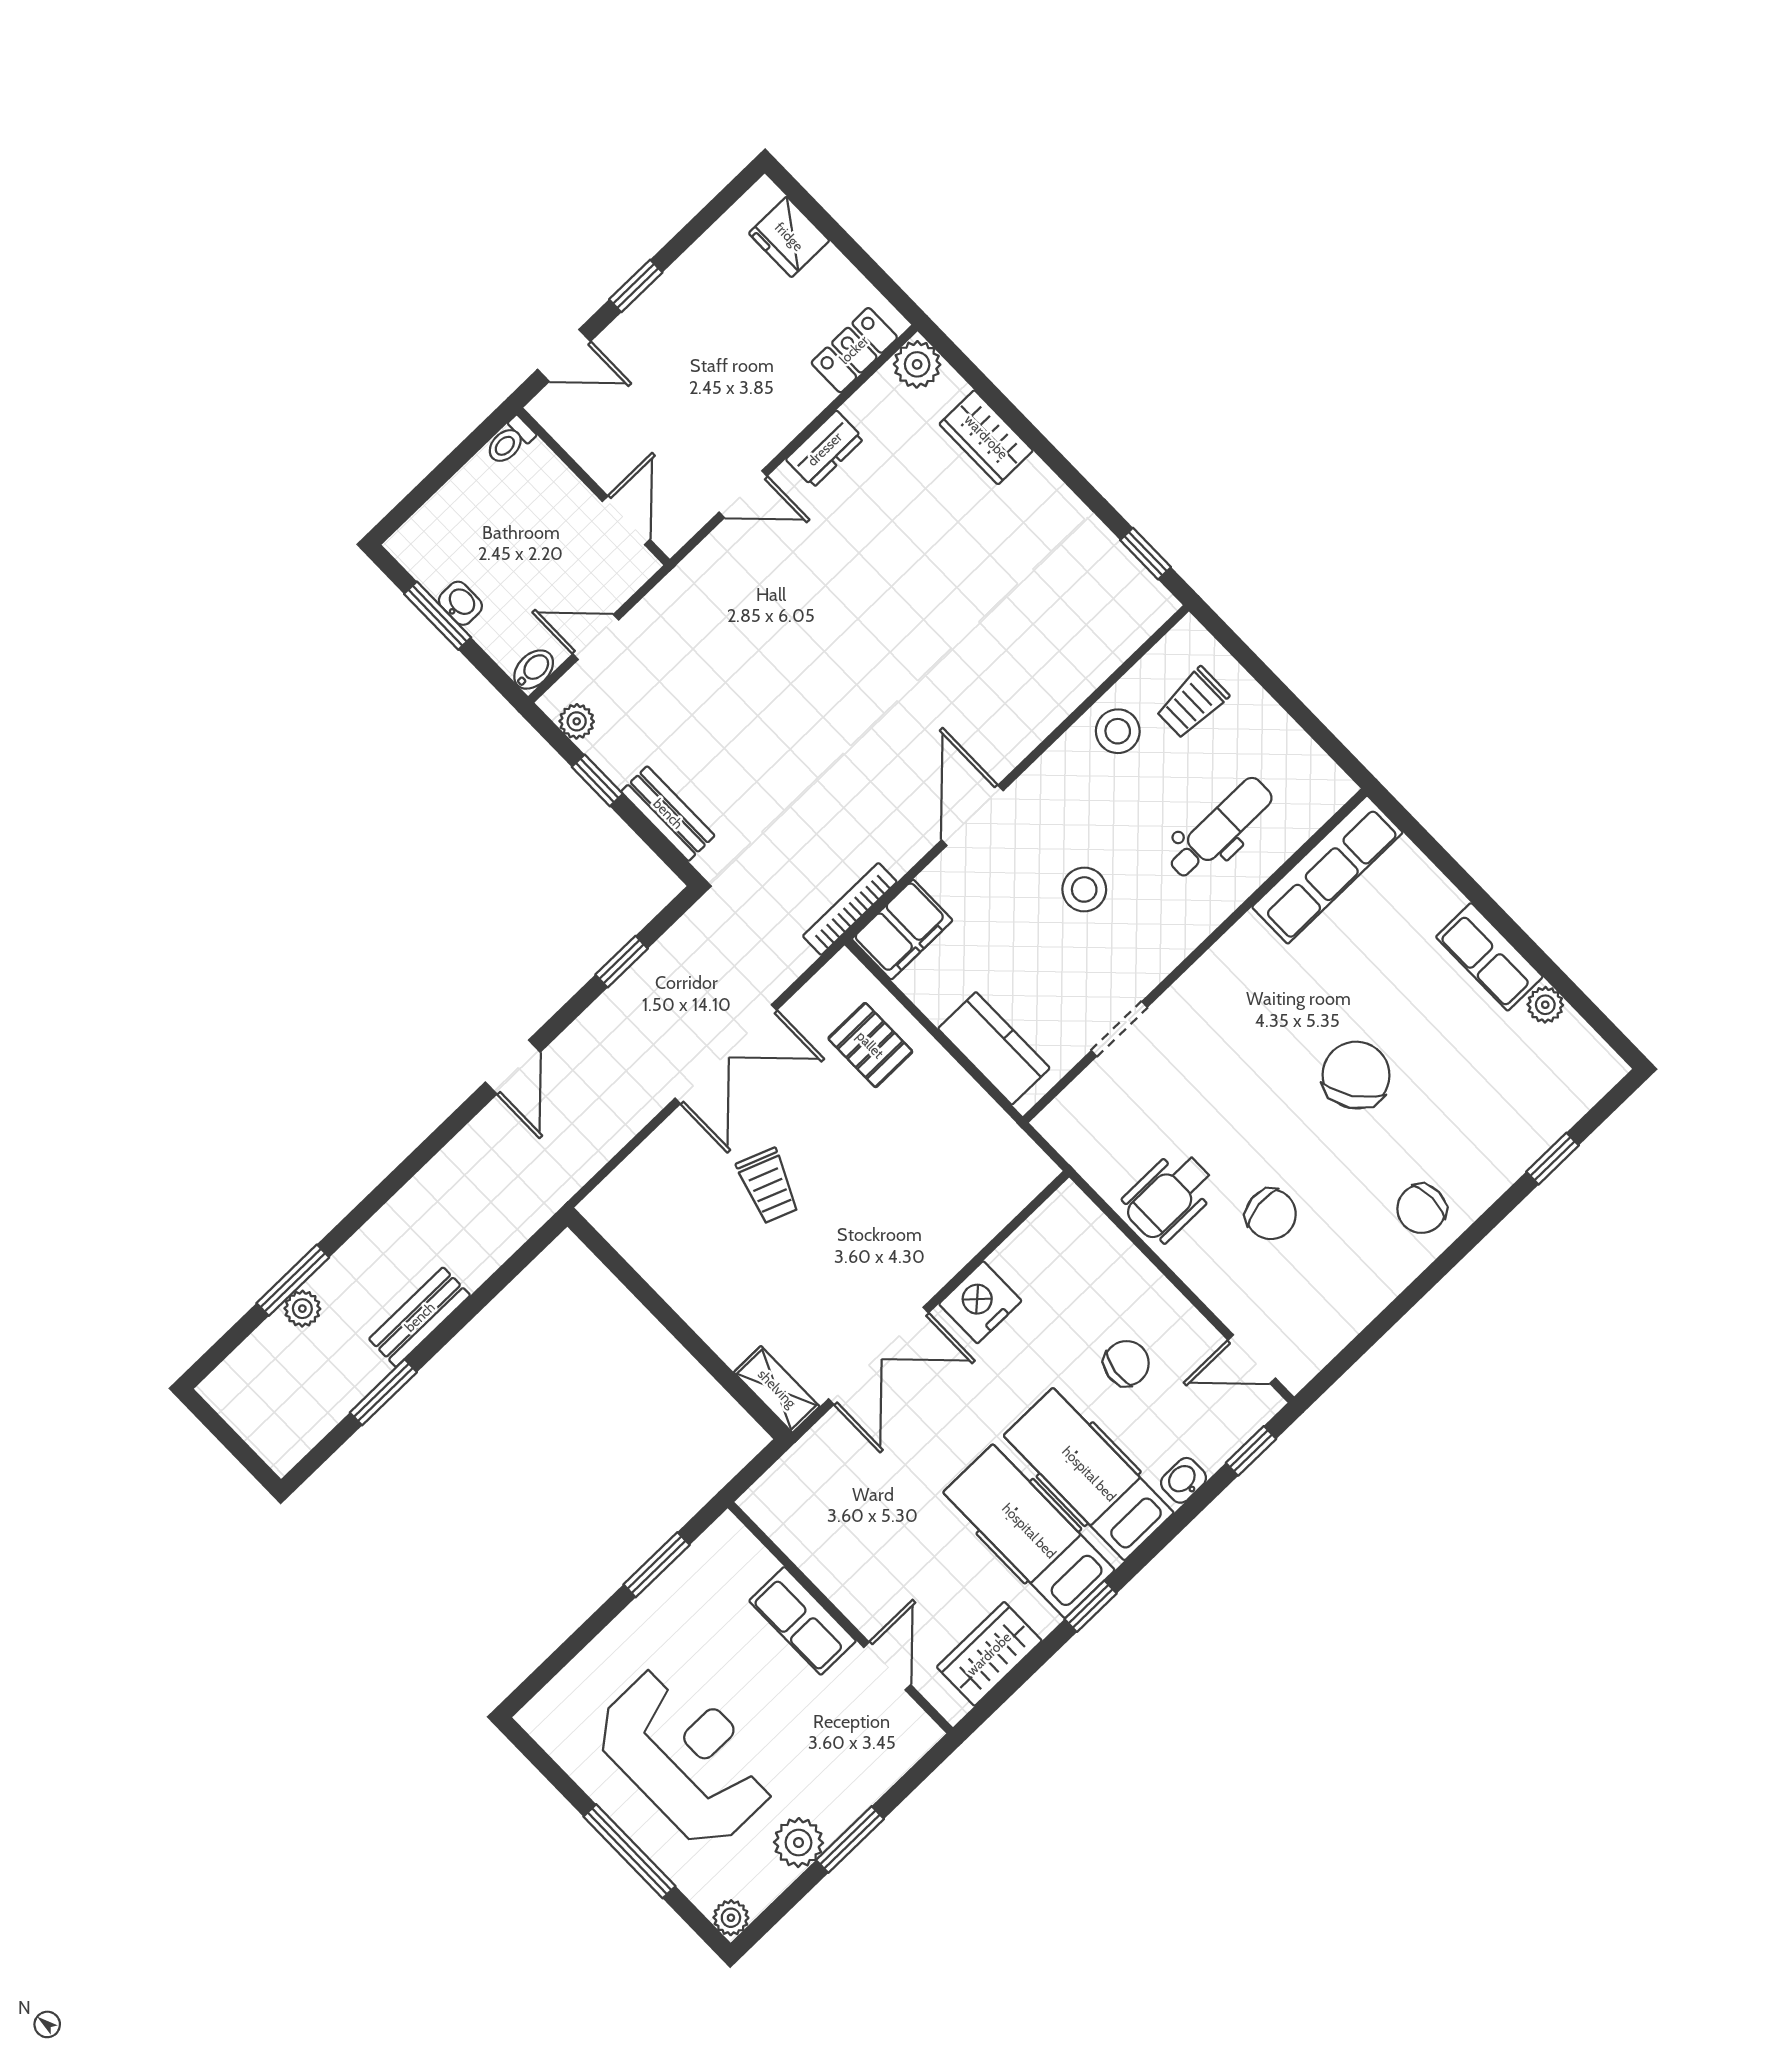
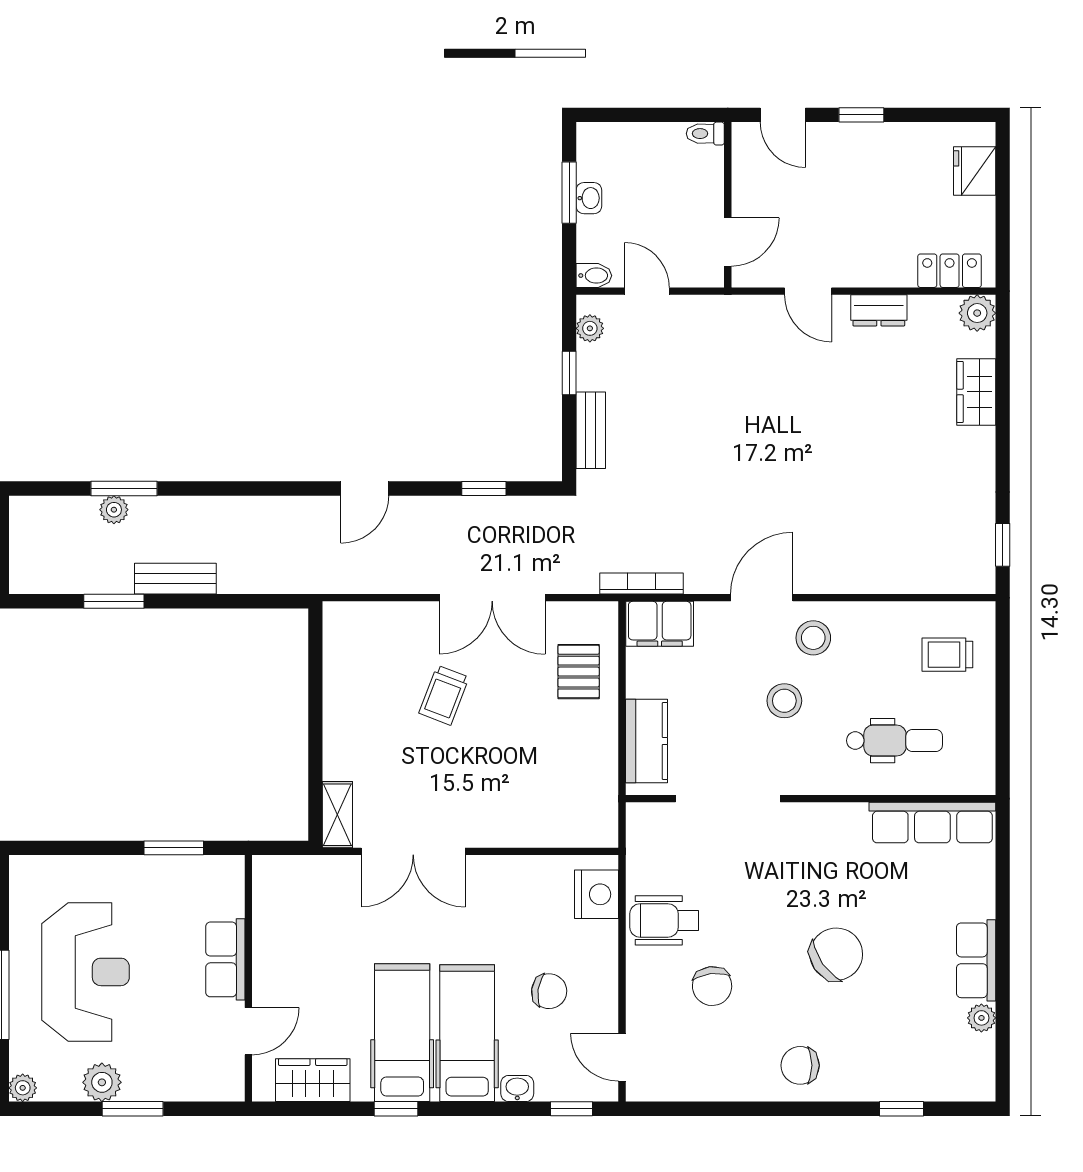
stool: (1118, 731) -> (813, 638), moved
doorway: (1119, 1029) -> (728, 799), width x1.88
nightstand: (980, 1302) -> (597, 894), moved, turned 90

